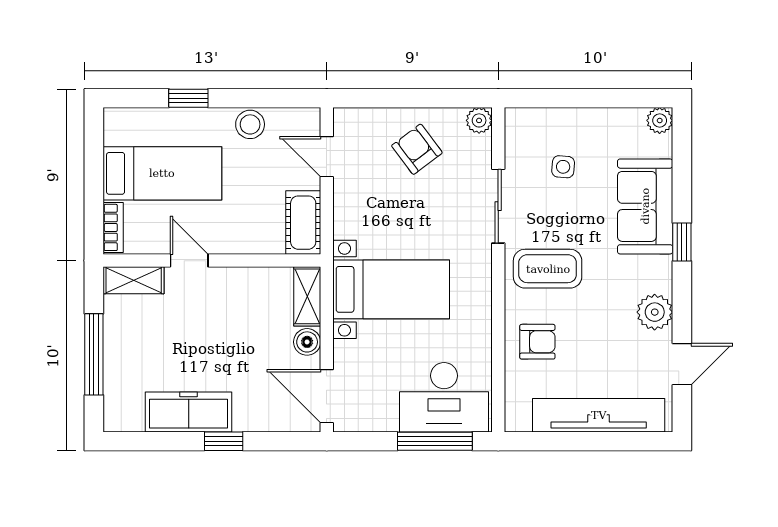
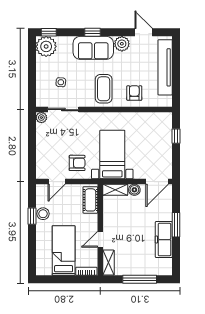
window: (188, 98) -> (32, 216), moved
plant: (660, 120) -> (46, 46), width x1.88, depth x1.88
window: (682, 138) -> (49, 32), added
armchair: (417, 149) -> (77, 163), moved, turned -143
sliding door: (498, 206) -> (63, 110), moved
sofa: (645, 206) -> (93, 48), moved
cot: (303, 223) -> (90, 200), moved, turned 90
desk: (444, 397) -> (158, 132), removed
window: (224, 441) -> (176, 225), width x1.50
window: (435, 441) -> (176, 136), width x0.46

